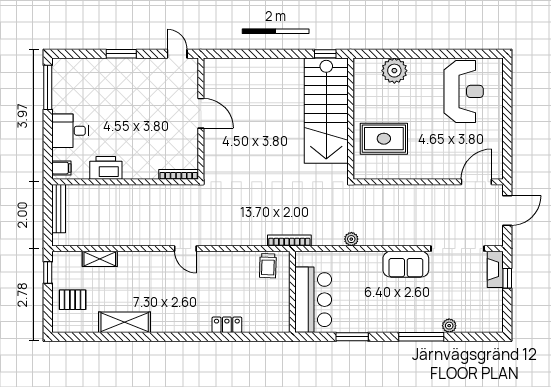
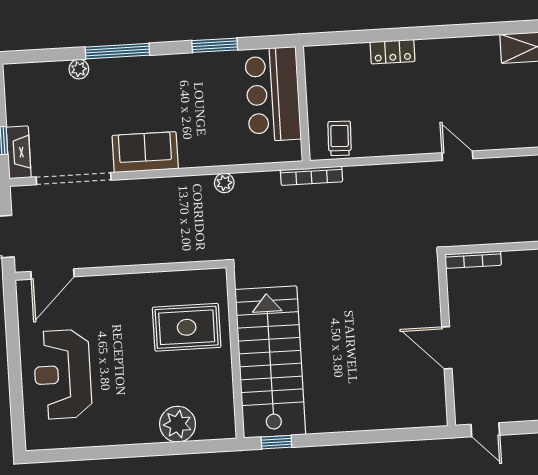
reception desk: (464, 91) -> (63, 374), moved

